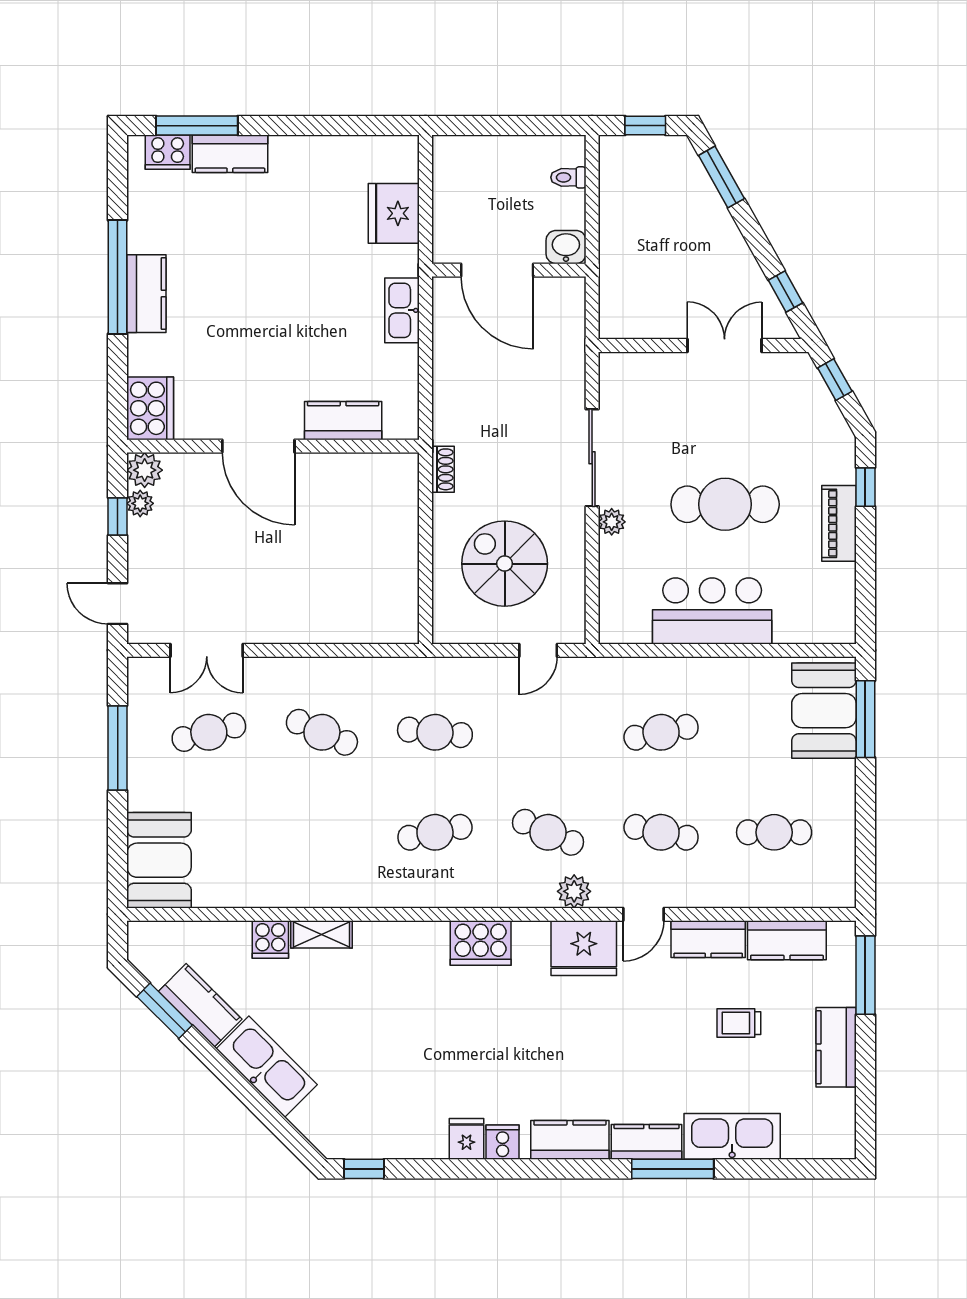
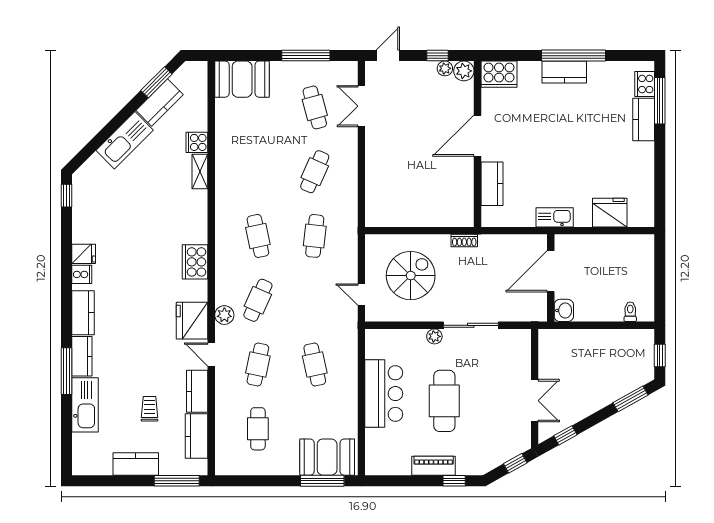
washbasin: (566, 247) -> (564, 310), moved
door: (497, 270) -> (551, 271), moved
wall: (509, 270) -> (551, 278), moved

